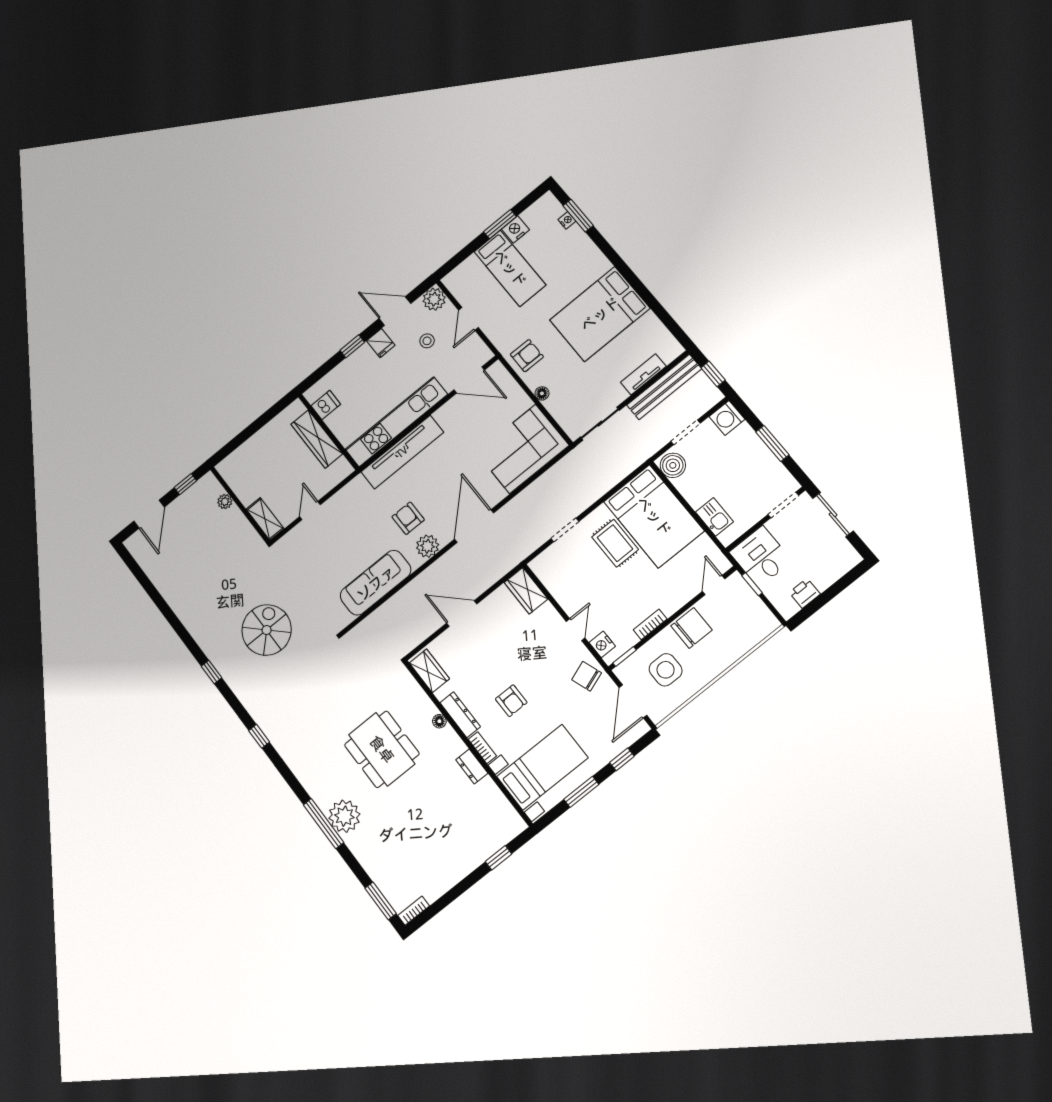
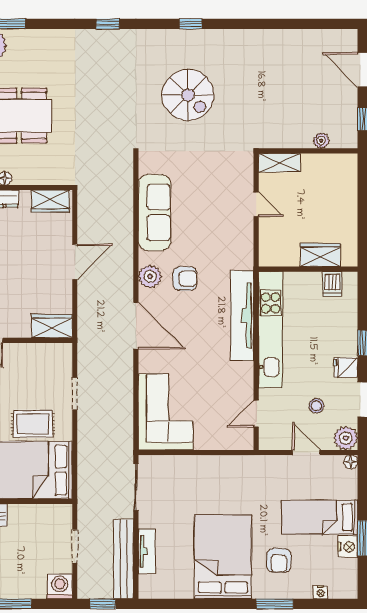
window: (578, 216) -> (275, 604), moved
armchair: (527, 356) -> (279, 560), moved
door: (469, 380) -> (256, 414), width x0.73
floor lamp: (542, 393) -> (351, 462), moved
wardrobe: (317, 439) -> (320, 255), width x0.67
boiler: (673, 465) -> (57, 516), removed

